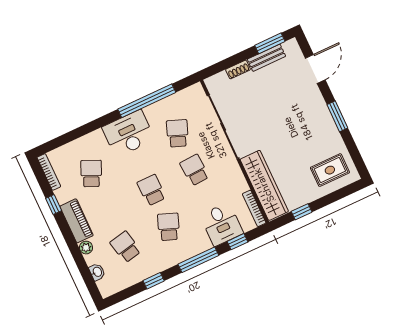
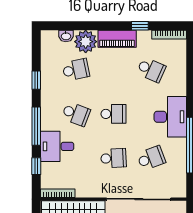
school desk: (177, 133) -> (151, 158), turned -42
desk: (222, 224) -> (57, 146), moved
plant: (86, 248) -> (86, 42), width x1.87, depth x1.87

